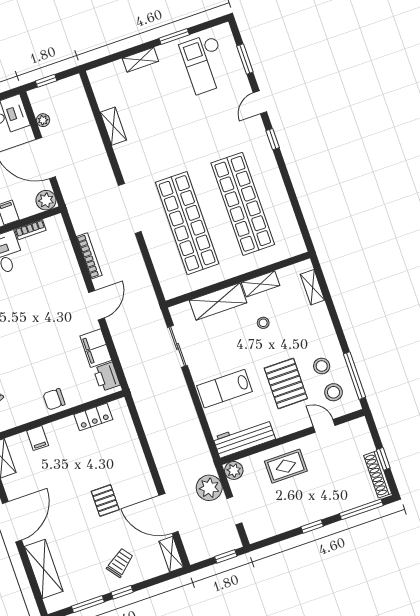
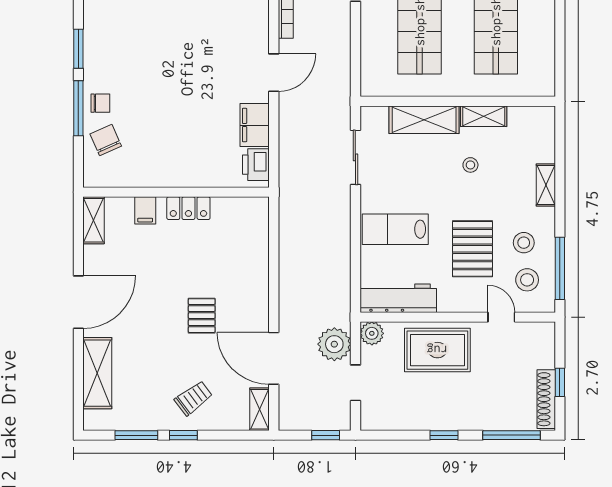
shelving: (312, 287) -> (546, 185), moved
chair: (54, 399) -> (182, 170), removed
locker: (93, 417) -> (188, 208), moved
rug: (286, 466) -> (437, 350), width x1.36, depth x1.43

